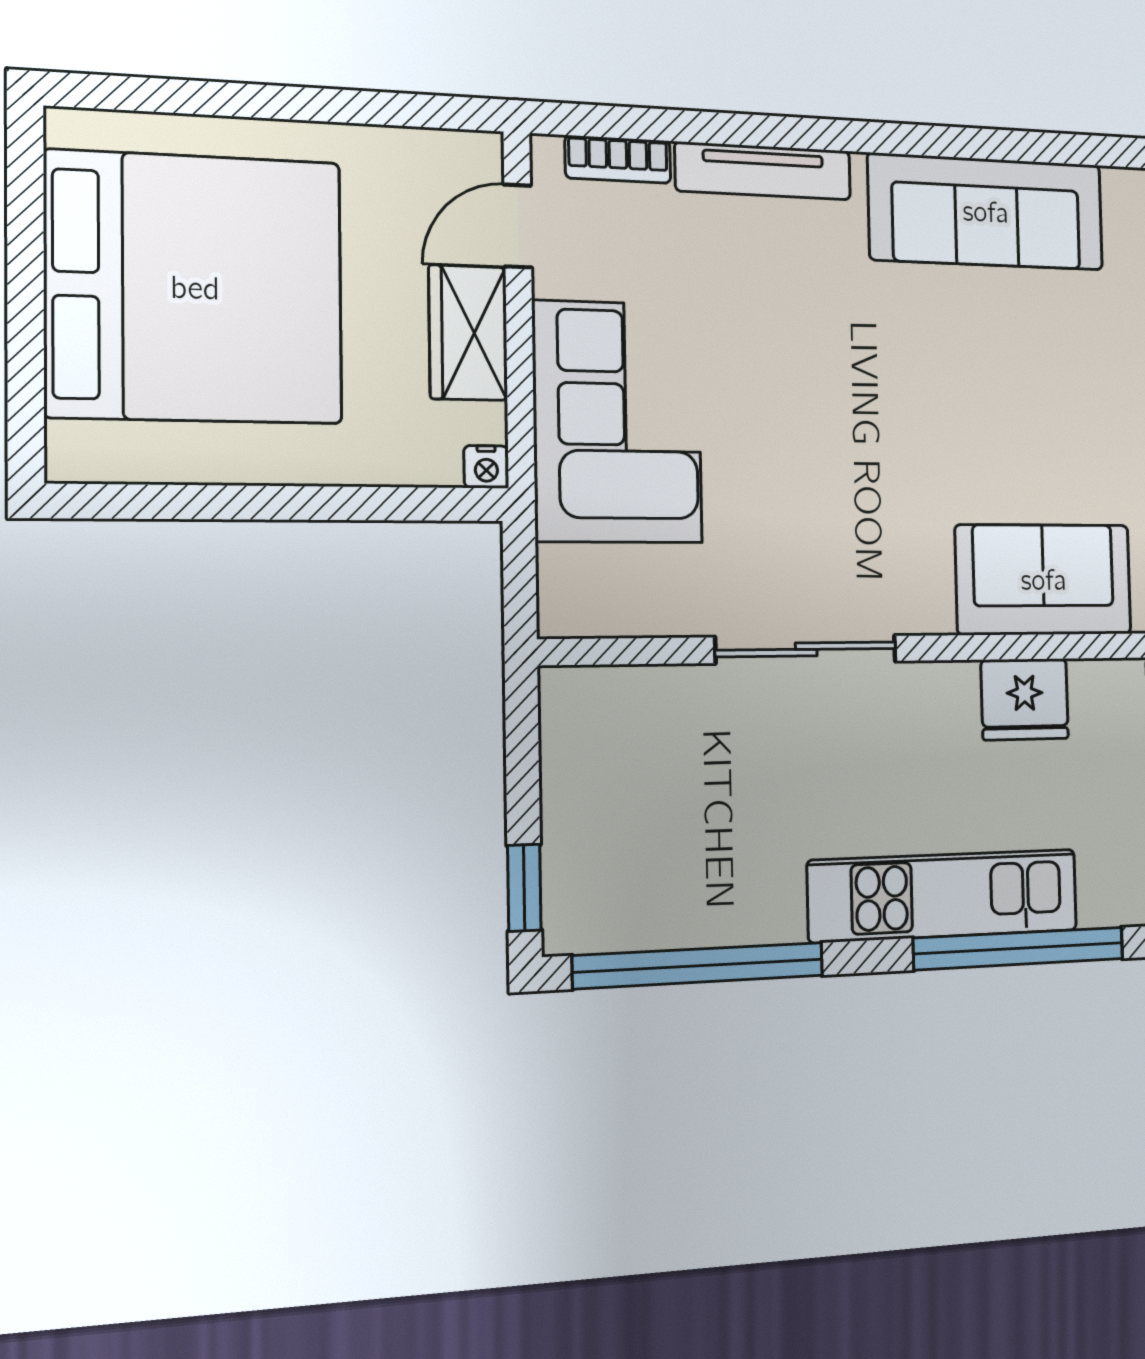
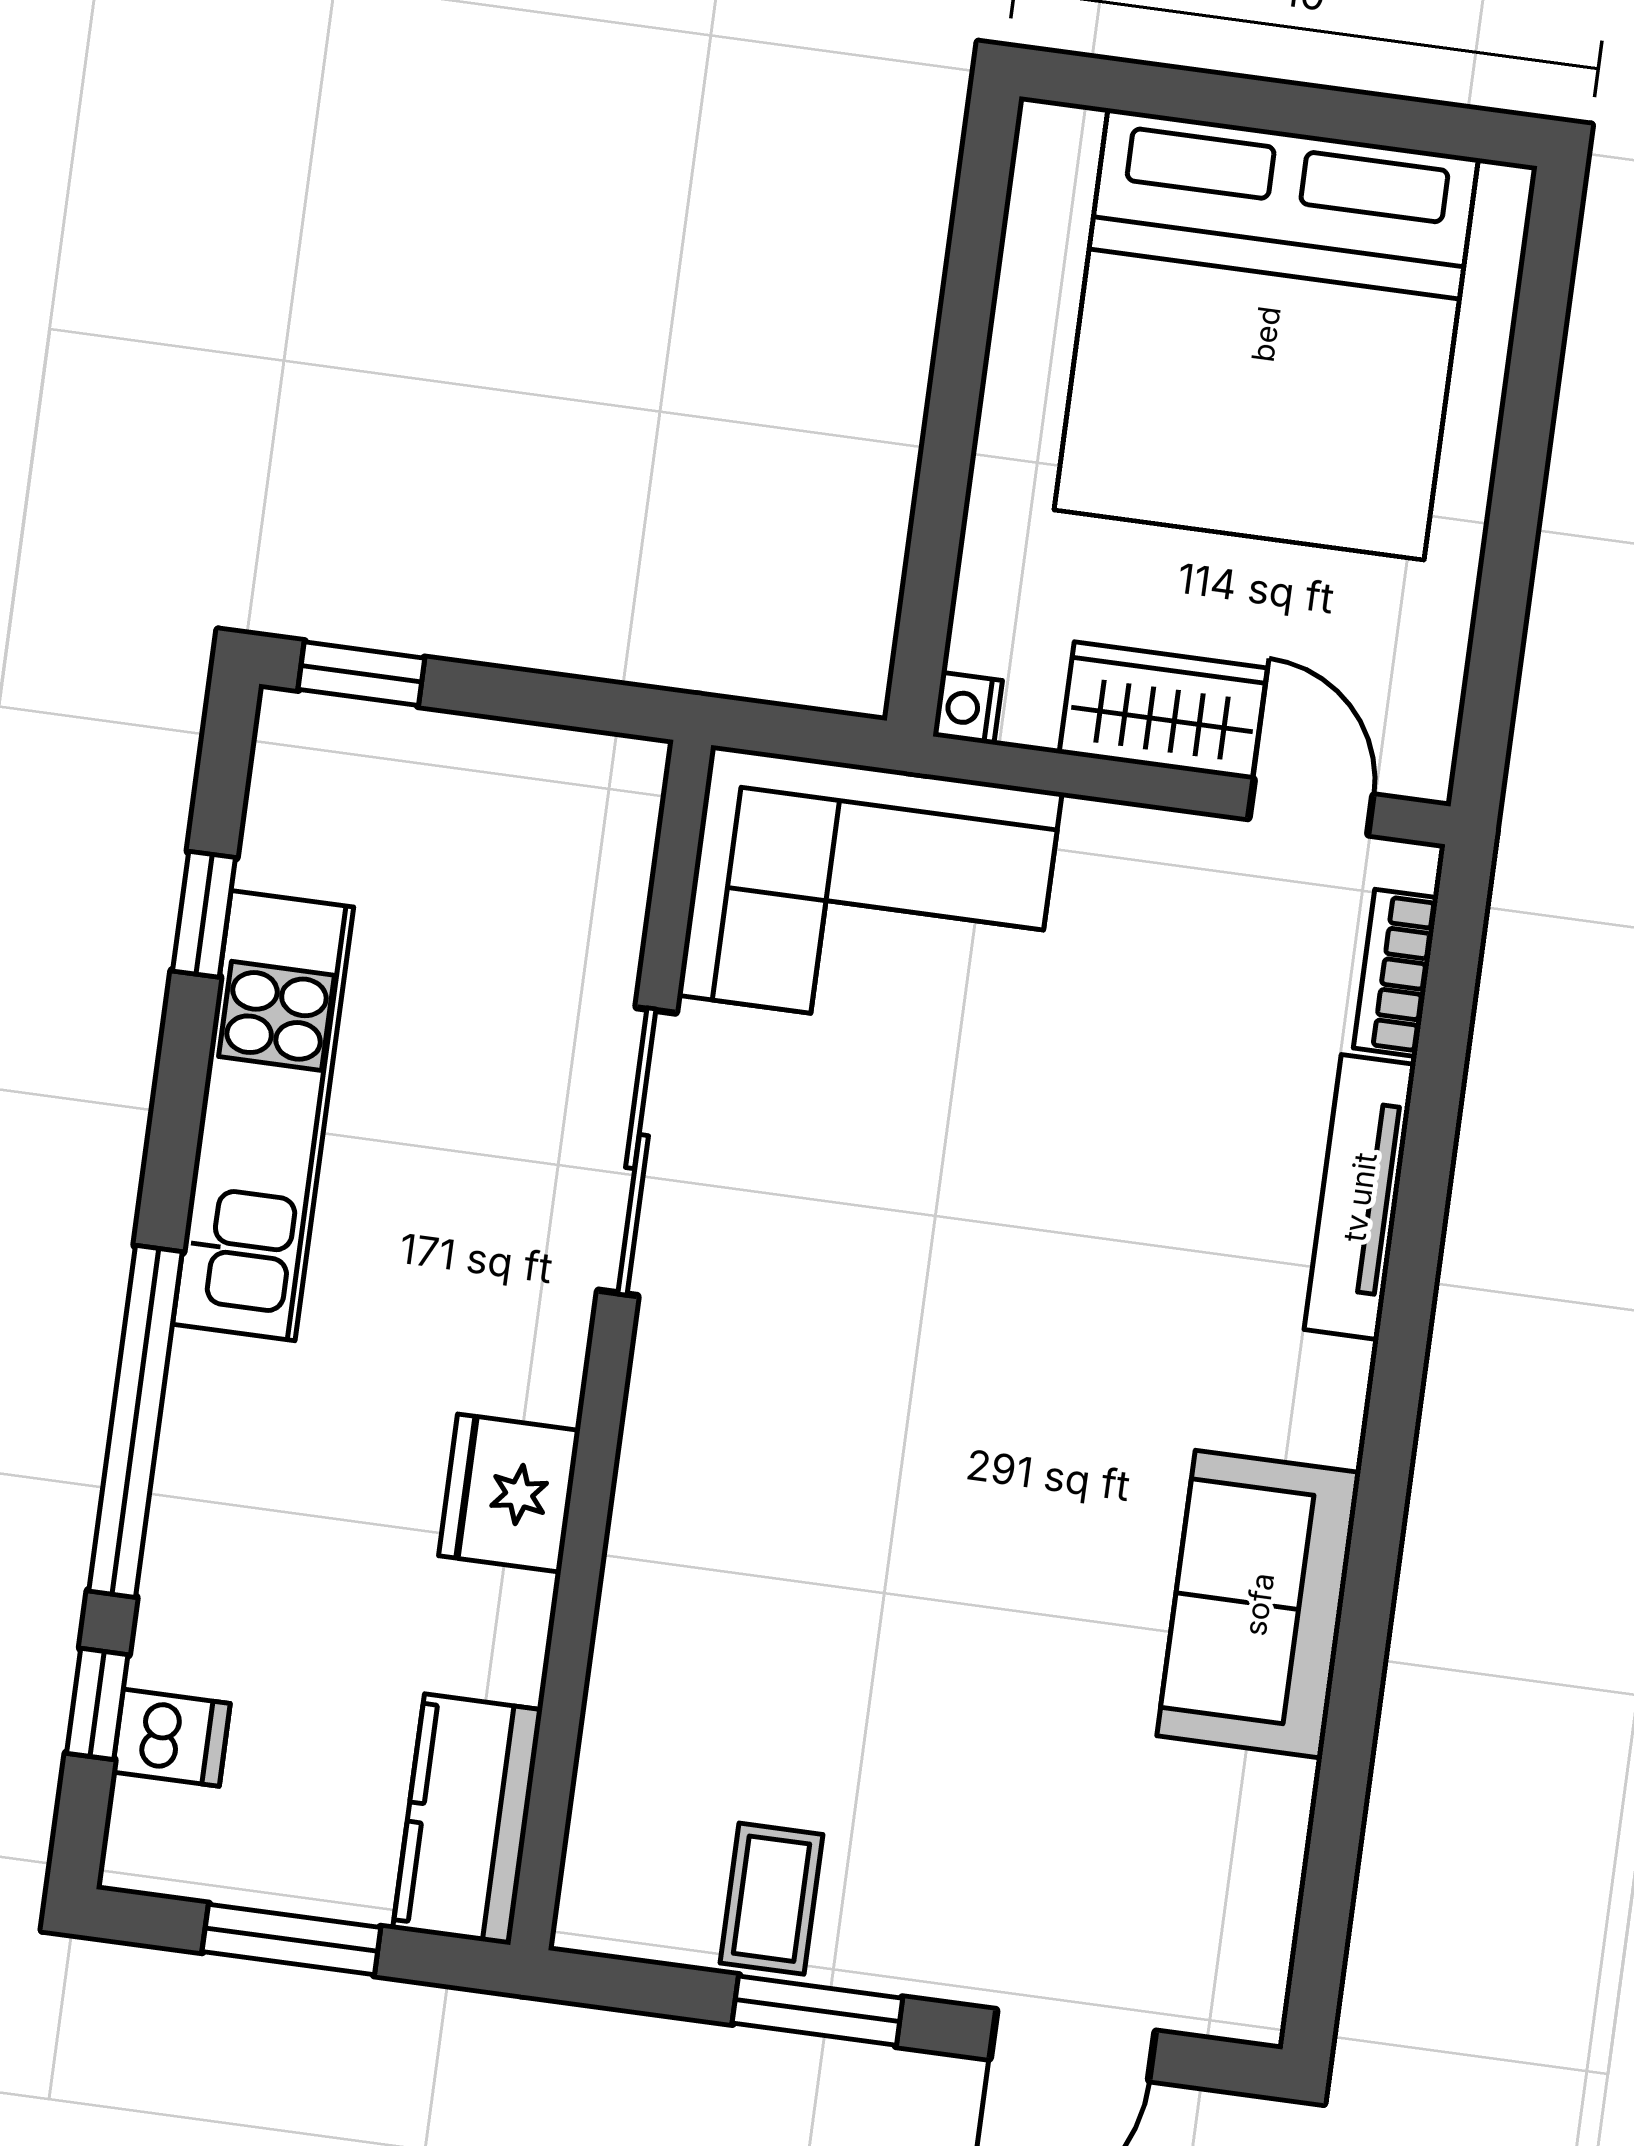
sofa: (986, 212) -> (1259, 1604), width x0.73
corner sofa: (617, 422) -> (870, 894), moved
sofa: (1044, 580) -> (687, 1555), removed
kitchen unit: (944, 896) -> (263, 1116), moved
window: (699, 966) -> (204, 914), width x0.32

